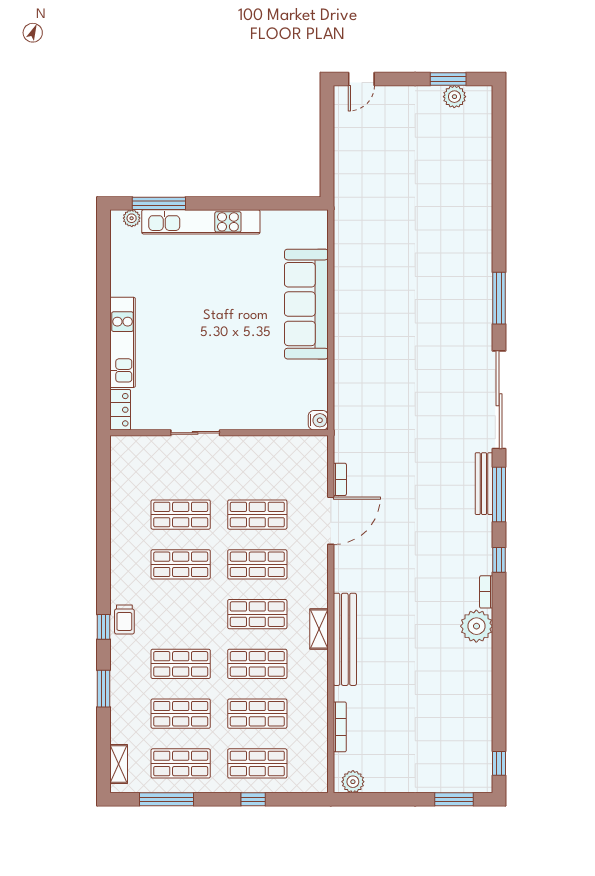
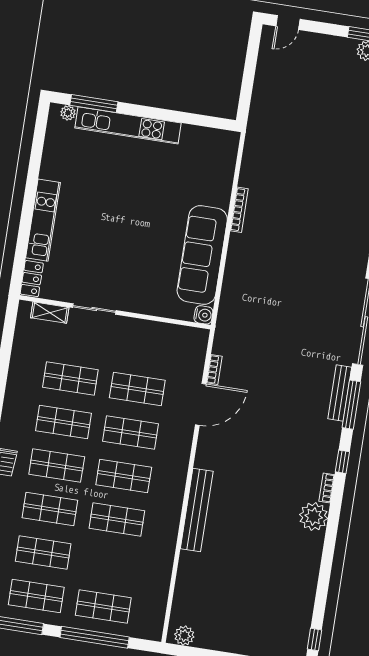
sofa: (306, 304) -> (202, 255), moved
shelving: (319, 629) -> (50, 313), moved, turned 90
shop shelf: (257, 714) -> (57, 466), moved
bookcase: (340, 727) -> (239, 210), moved
window: (253, 799) -> (95, 637), width x3.17

